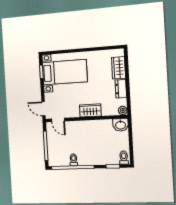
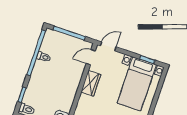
wardrobe: (90, 110) -> (91, 83), moved

